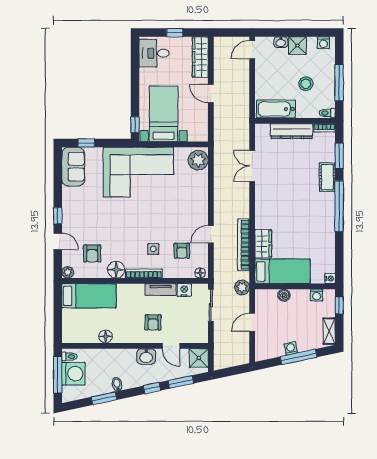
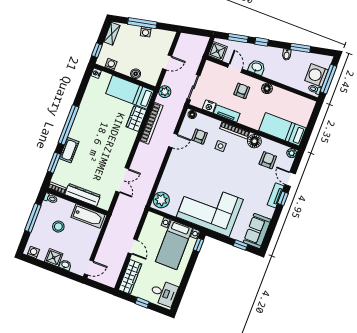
tv unit: (68, 216) -> (276, 195), added
floor lamp: (106, 336) -> (267, 88), moved

